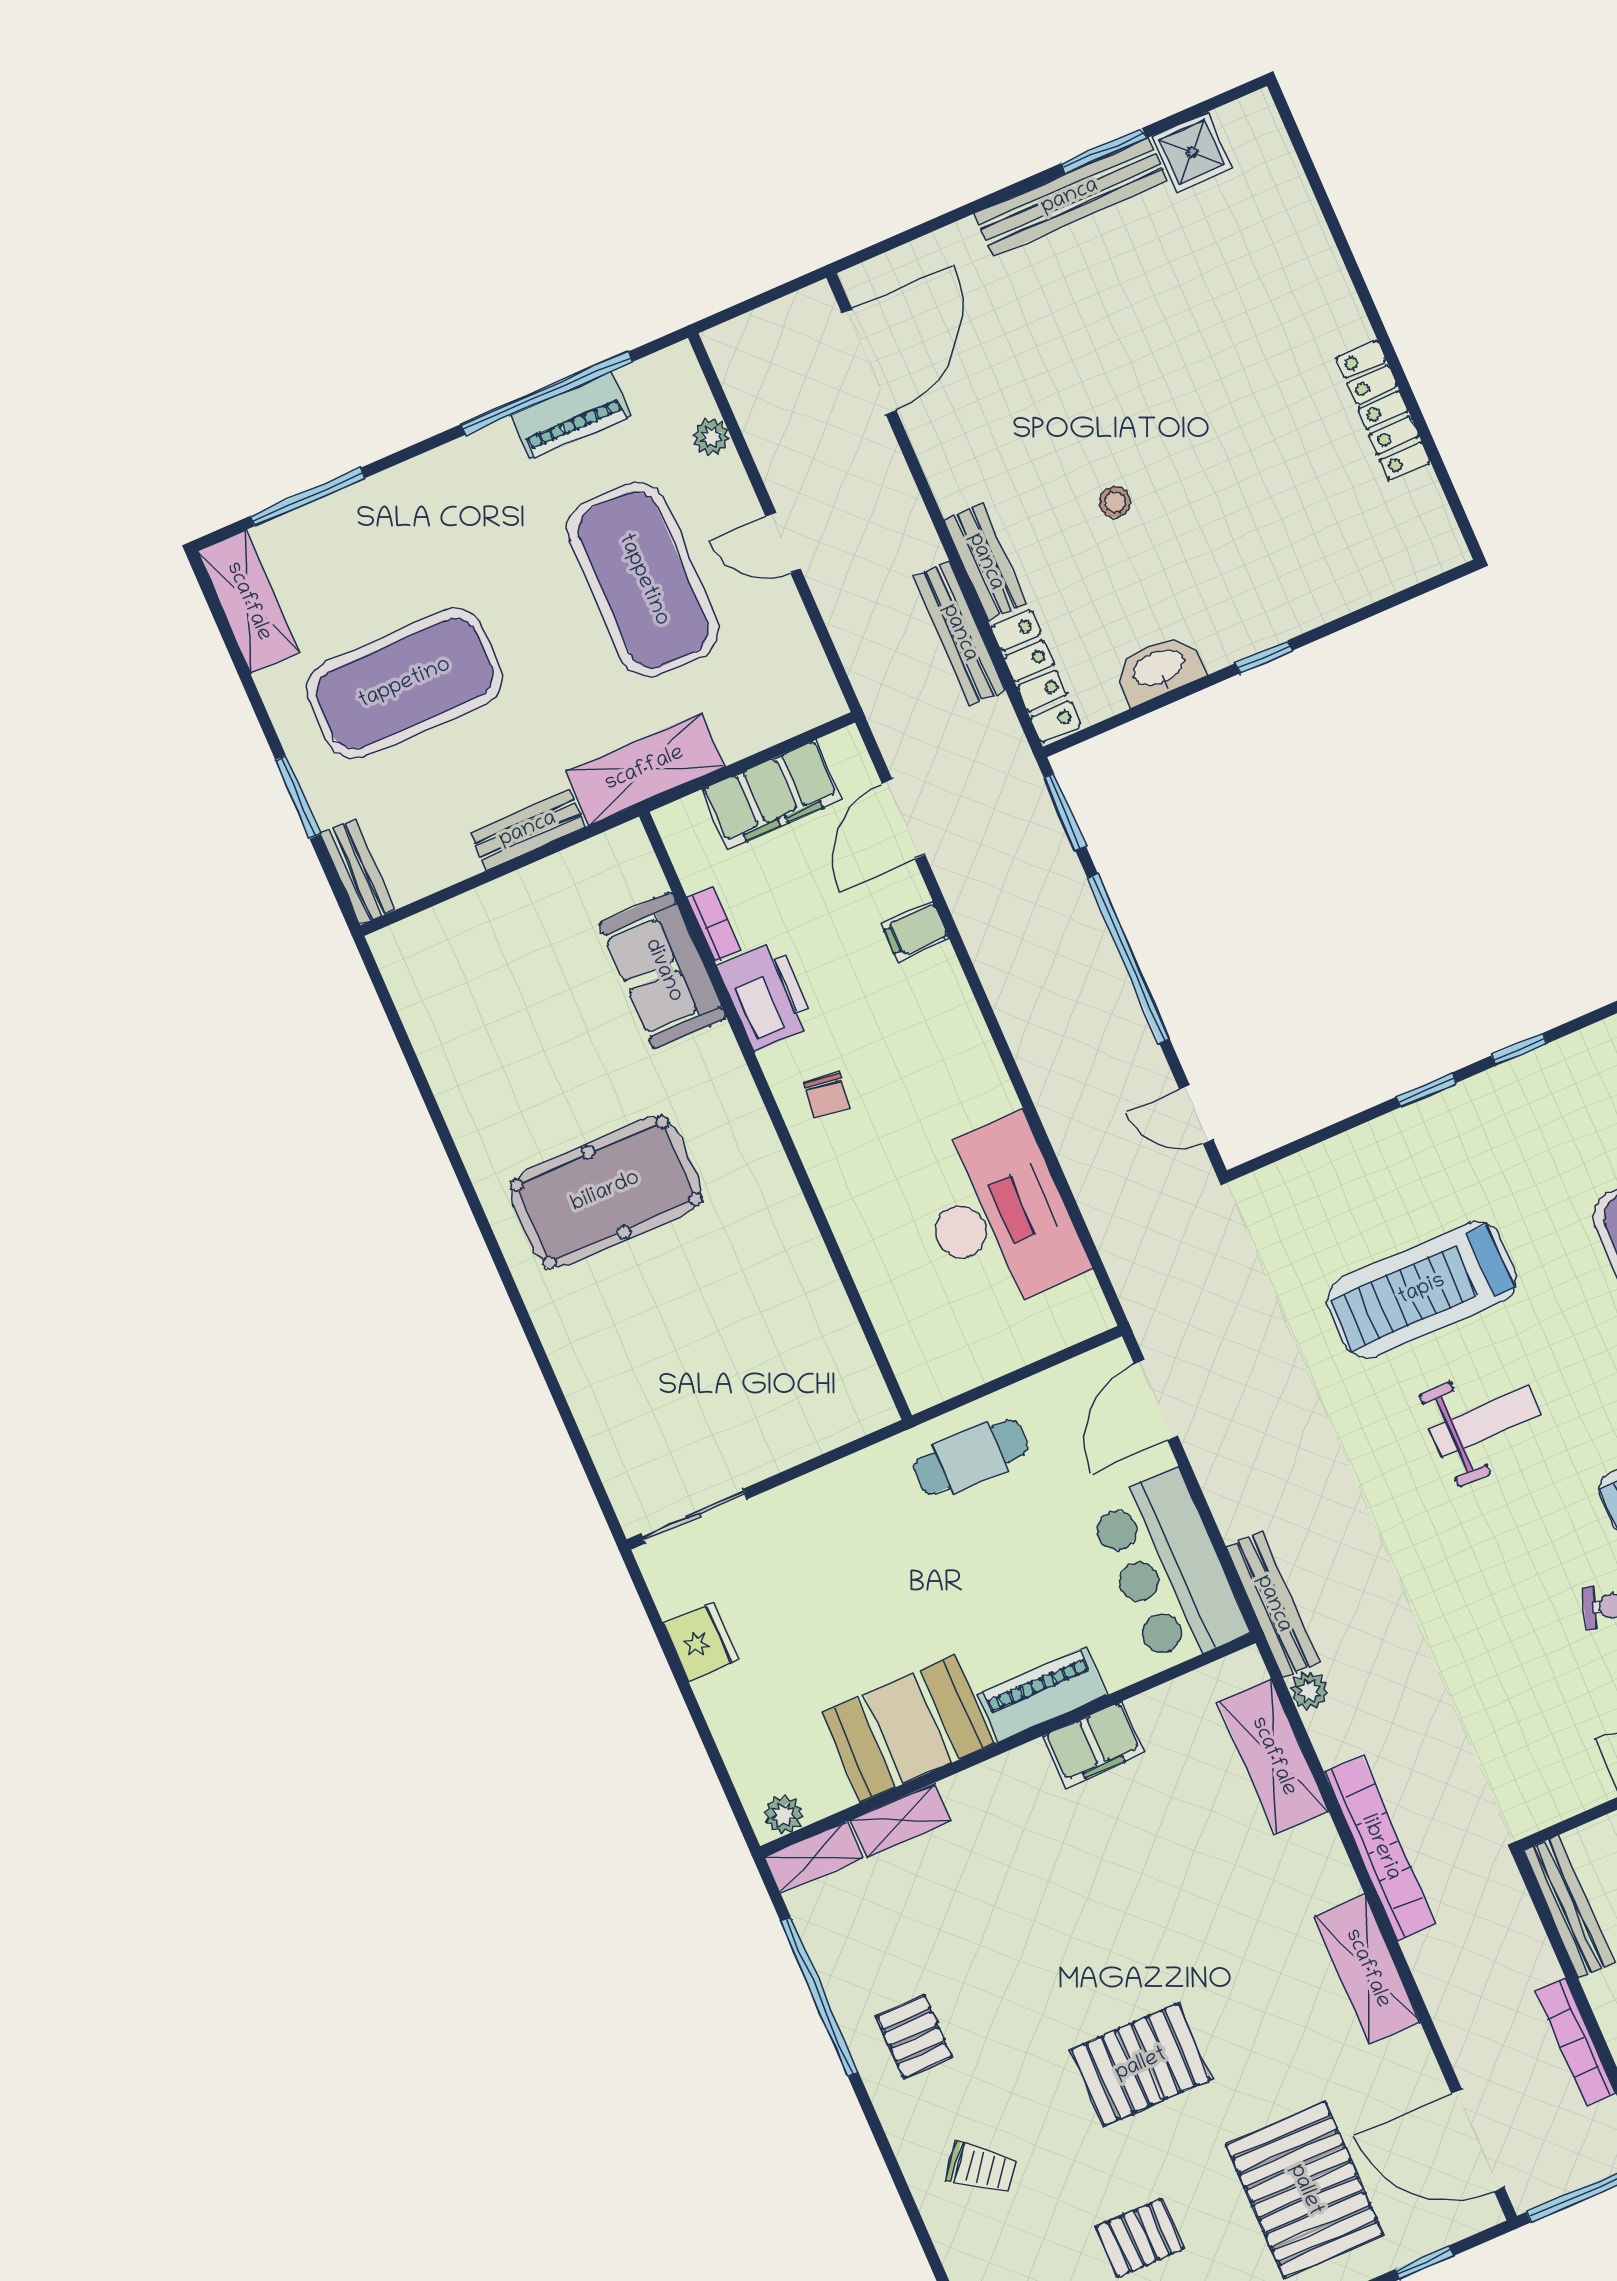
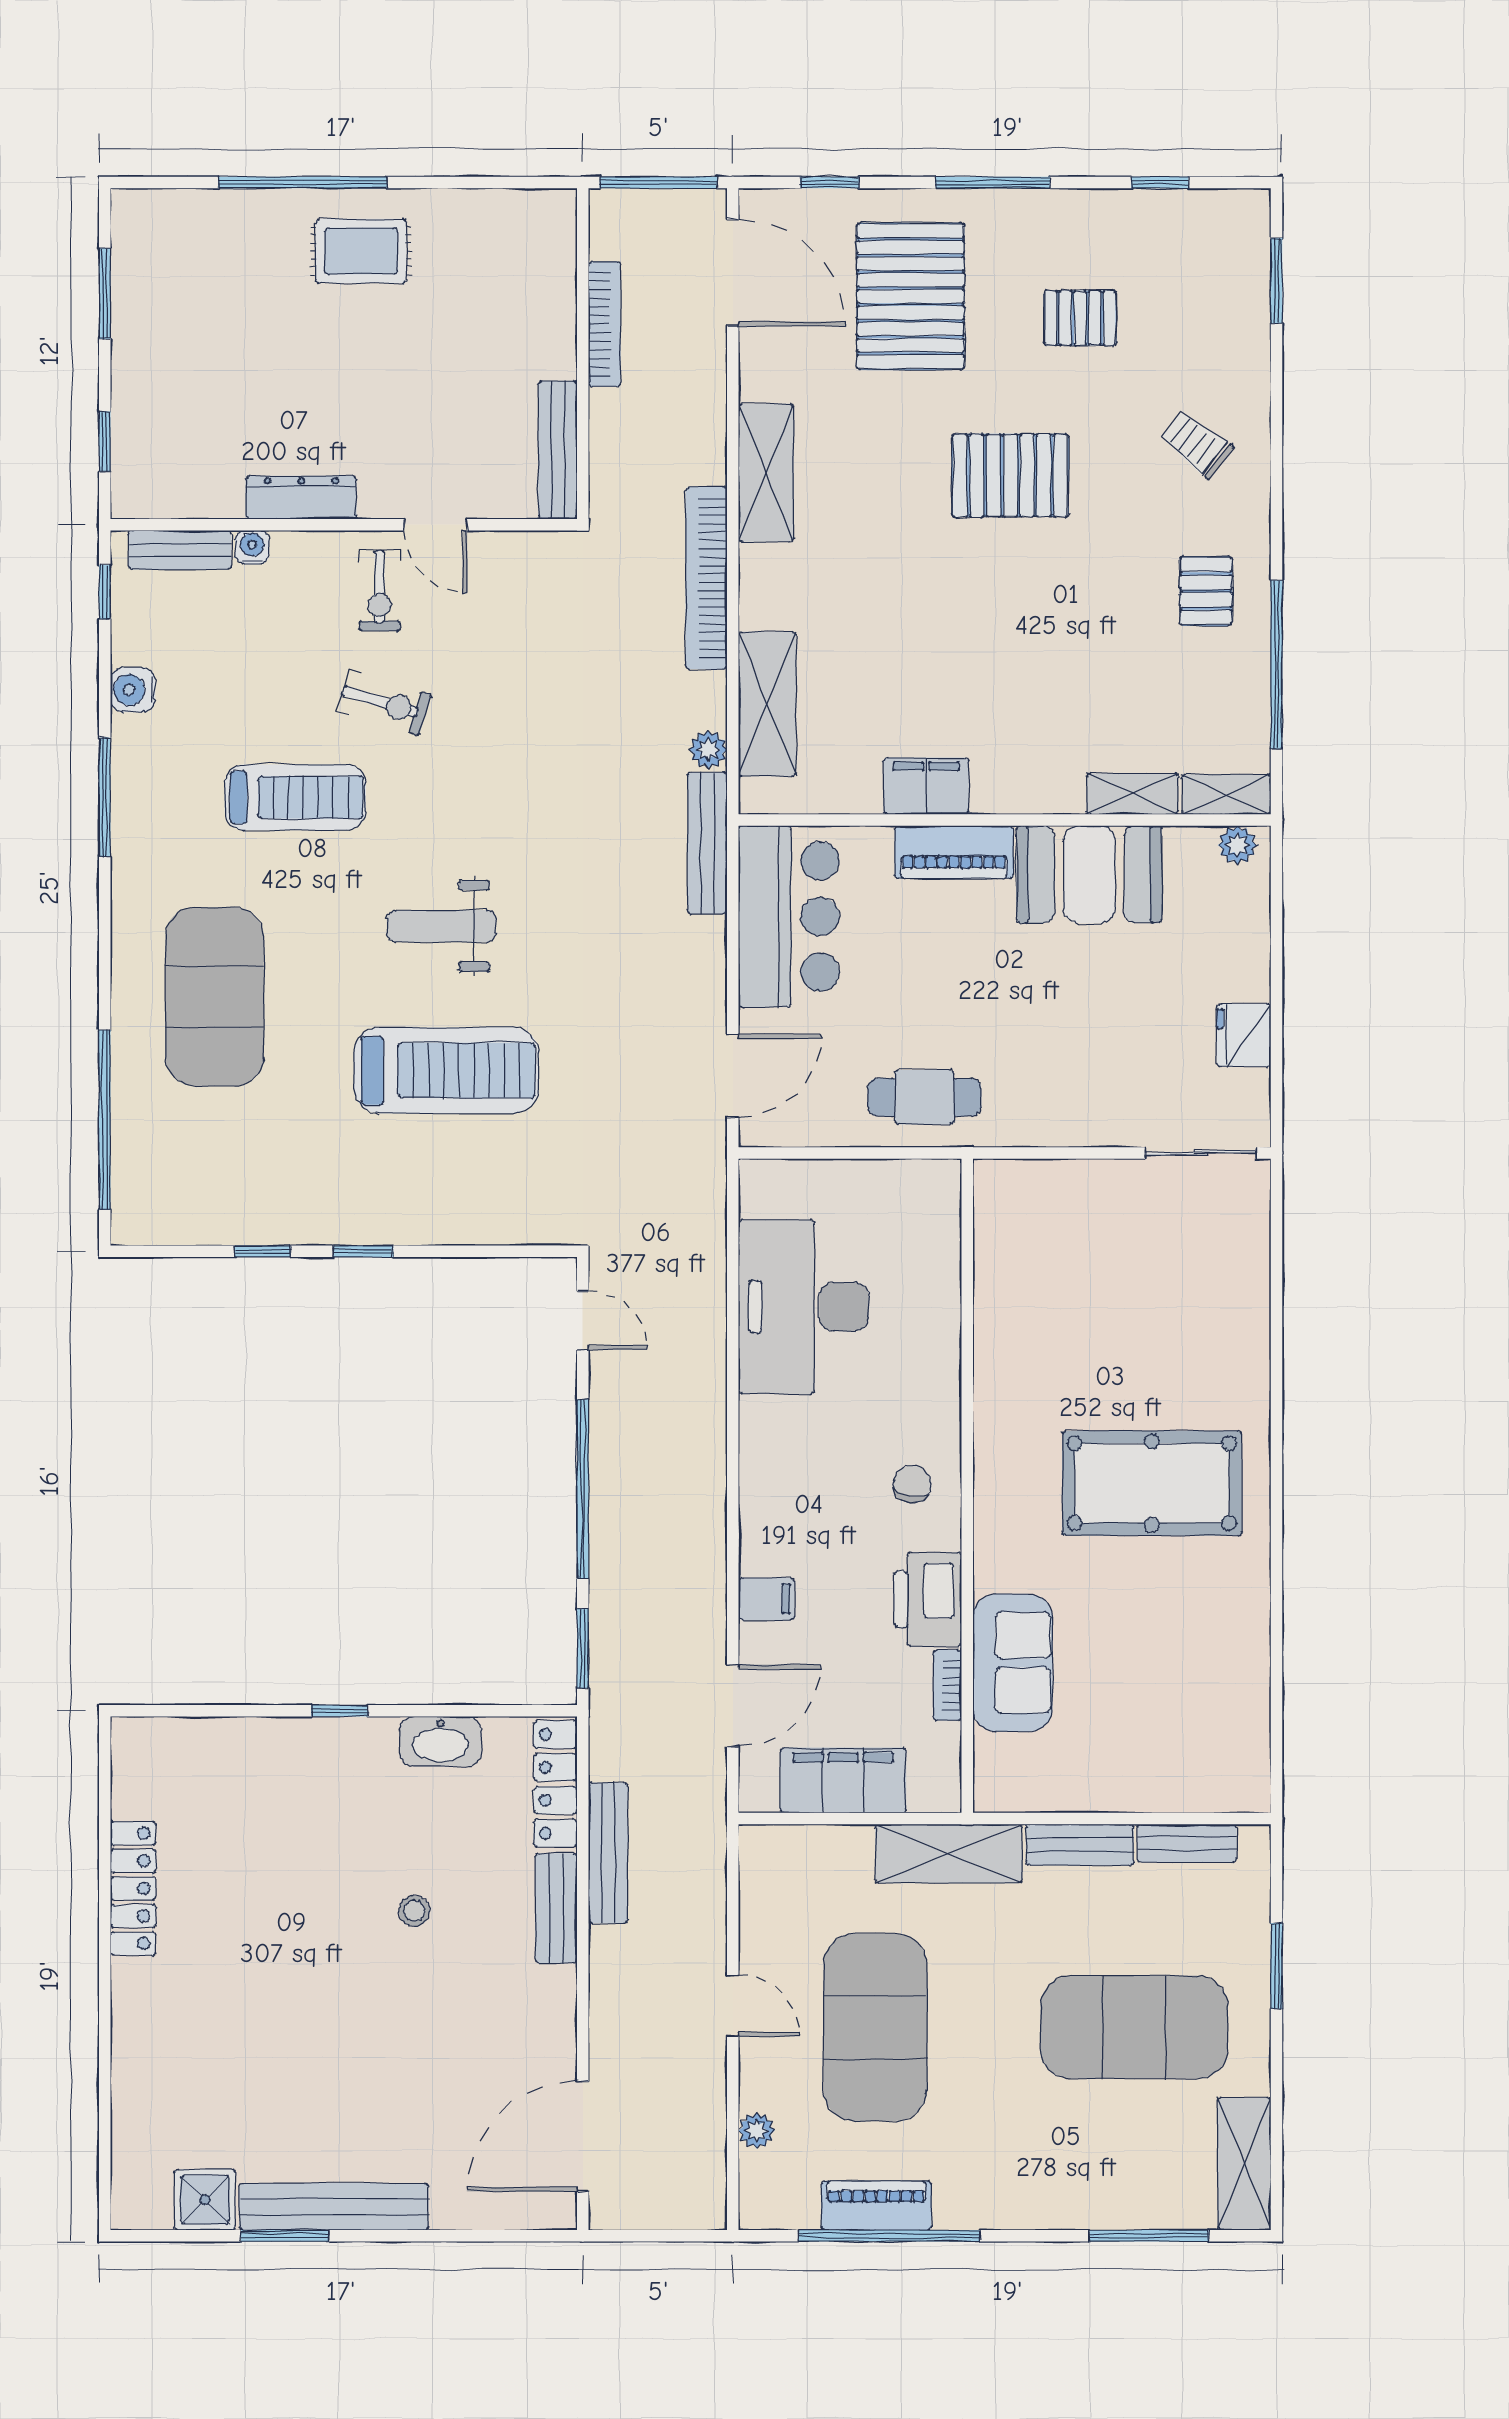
bench: (357, 872) -> (1187, 1843), moved, turned 90

